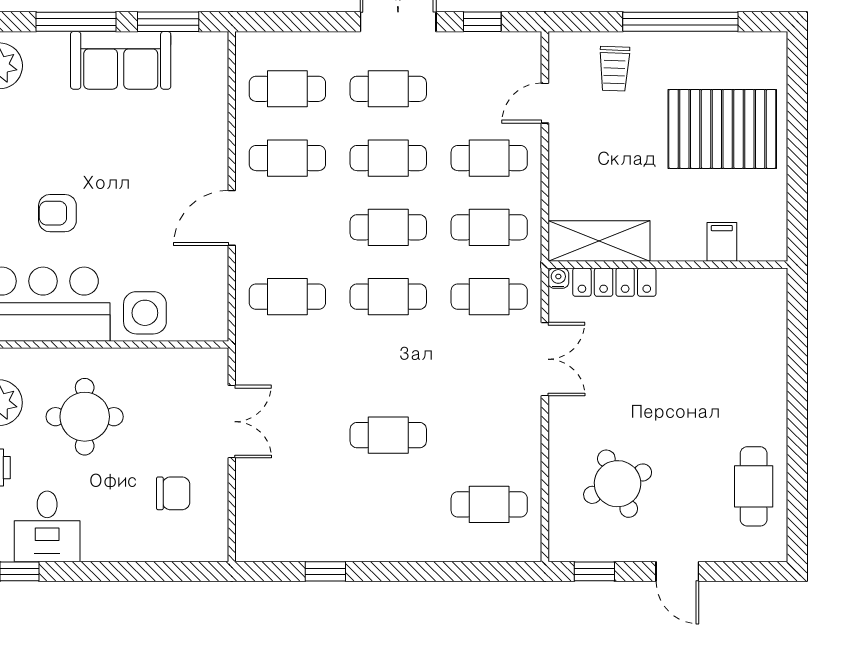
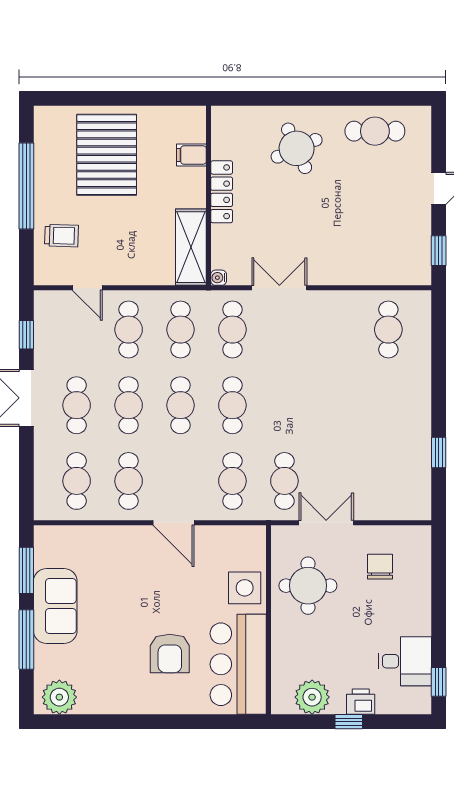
armchair: (57, 213) -> (170, 653), width x1.38, depth x1.38
locker: (614, 282) -> (222, 192), moved
round table: (85, 417) -> (308, 586), moved
cafe table: (388, 435) -> (284, 481), moved
round table: (618, 484) -> (297, 148), moved

